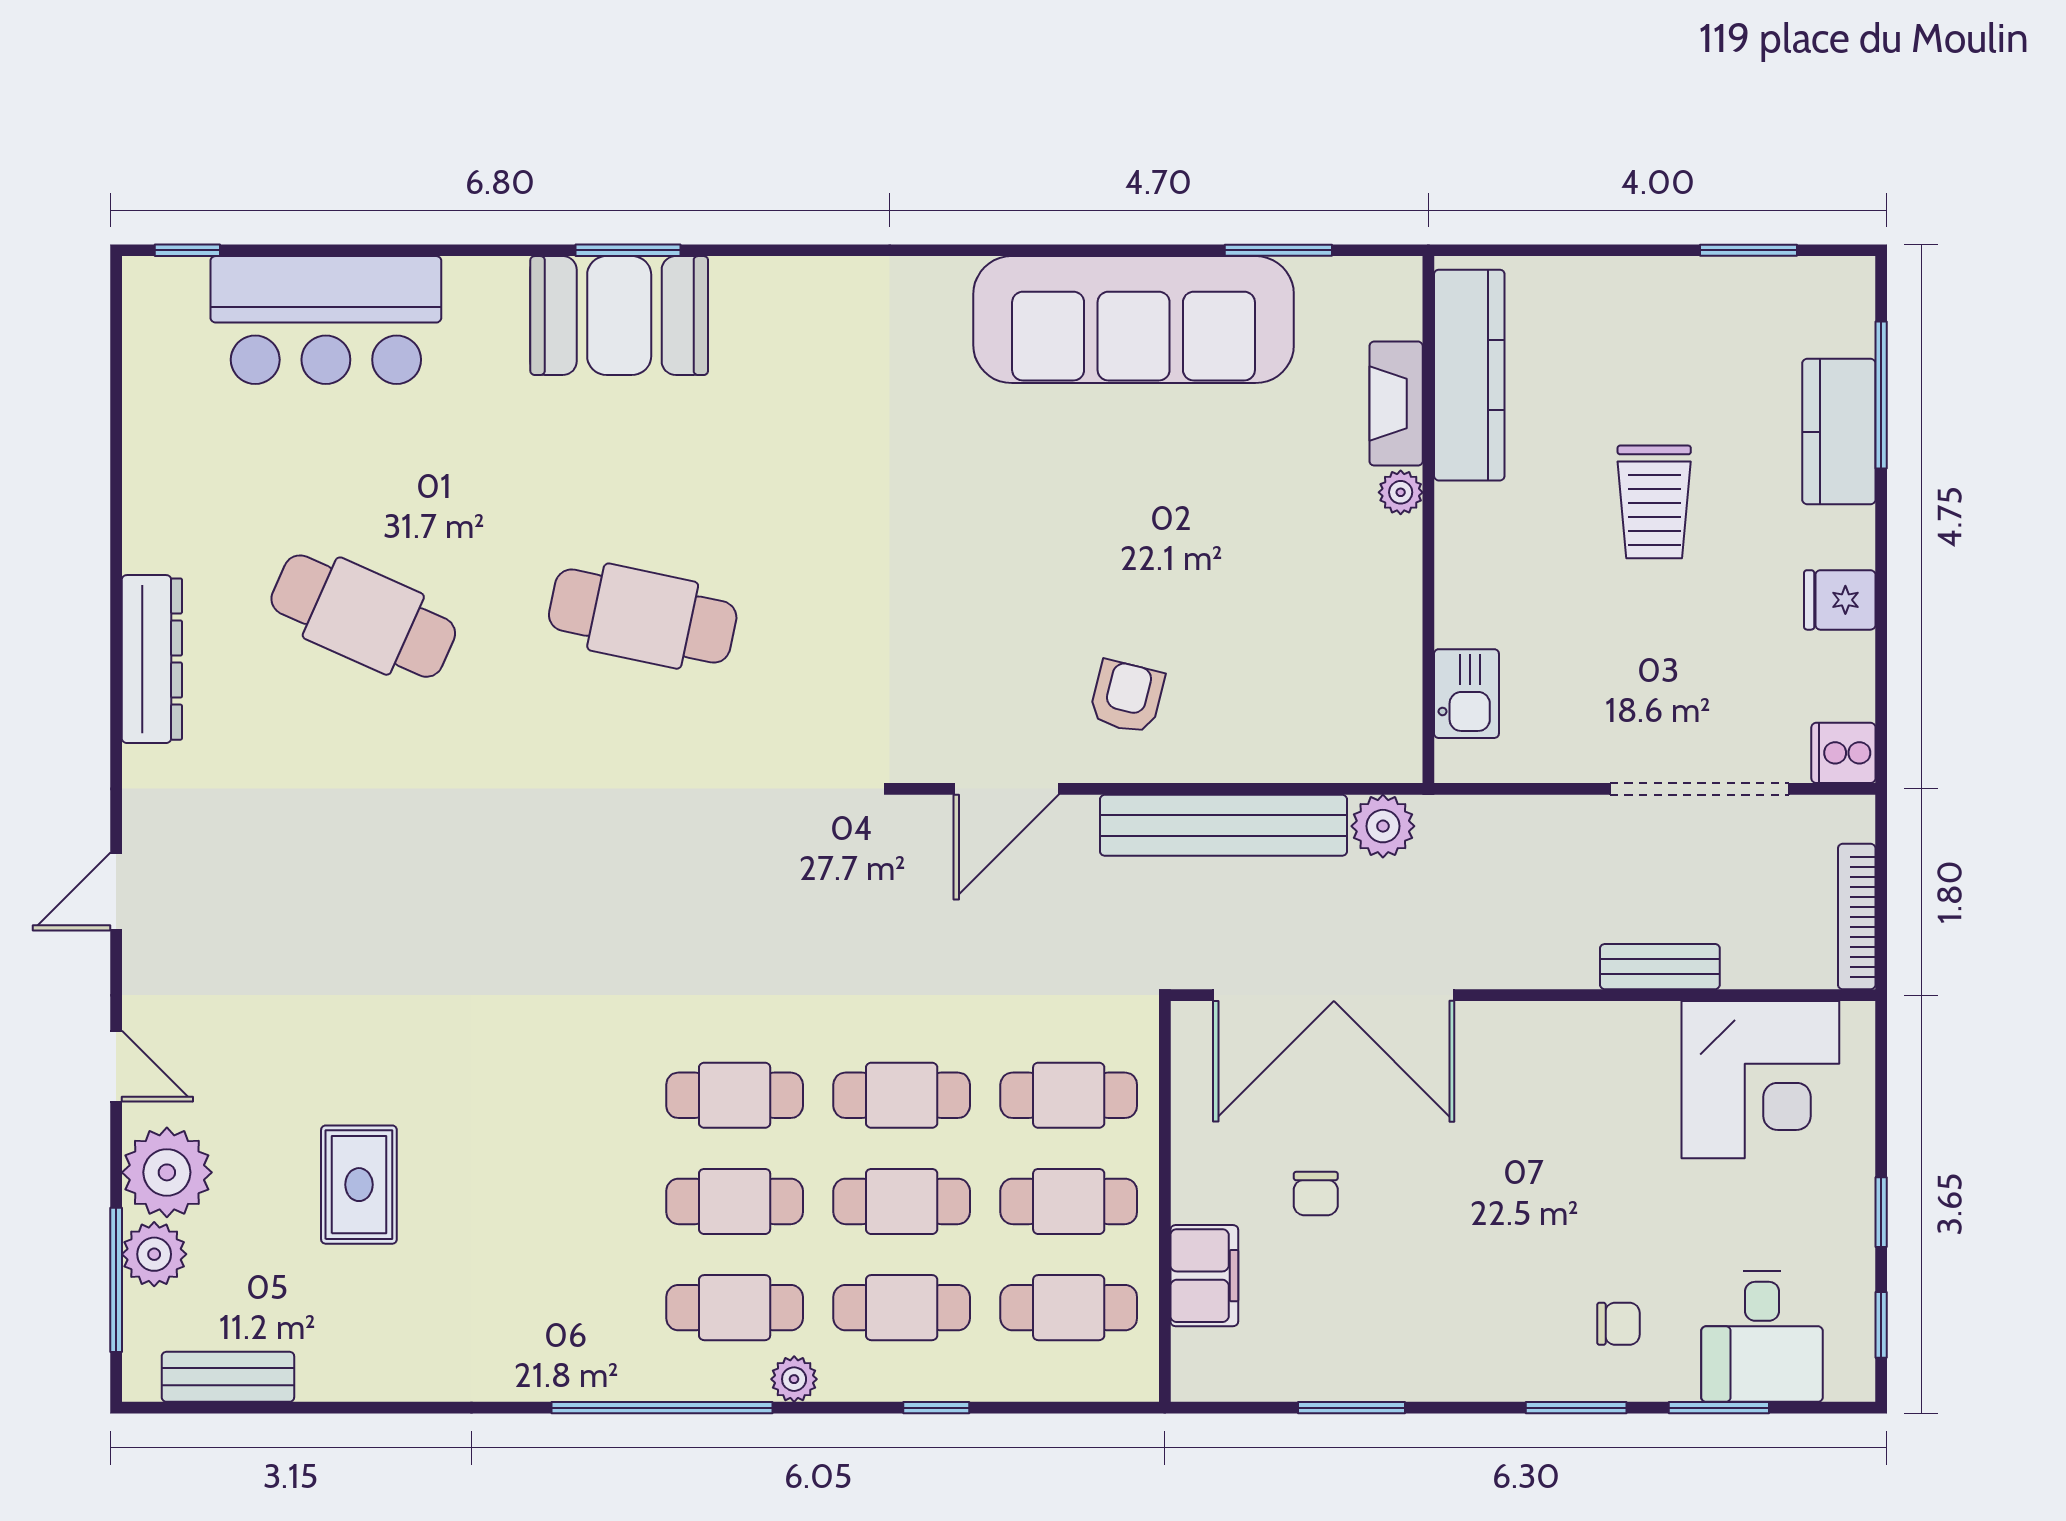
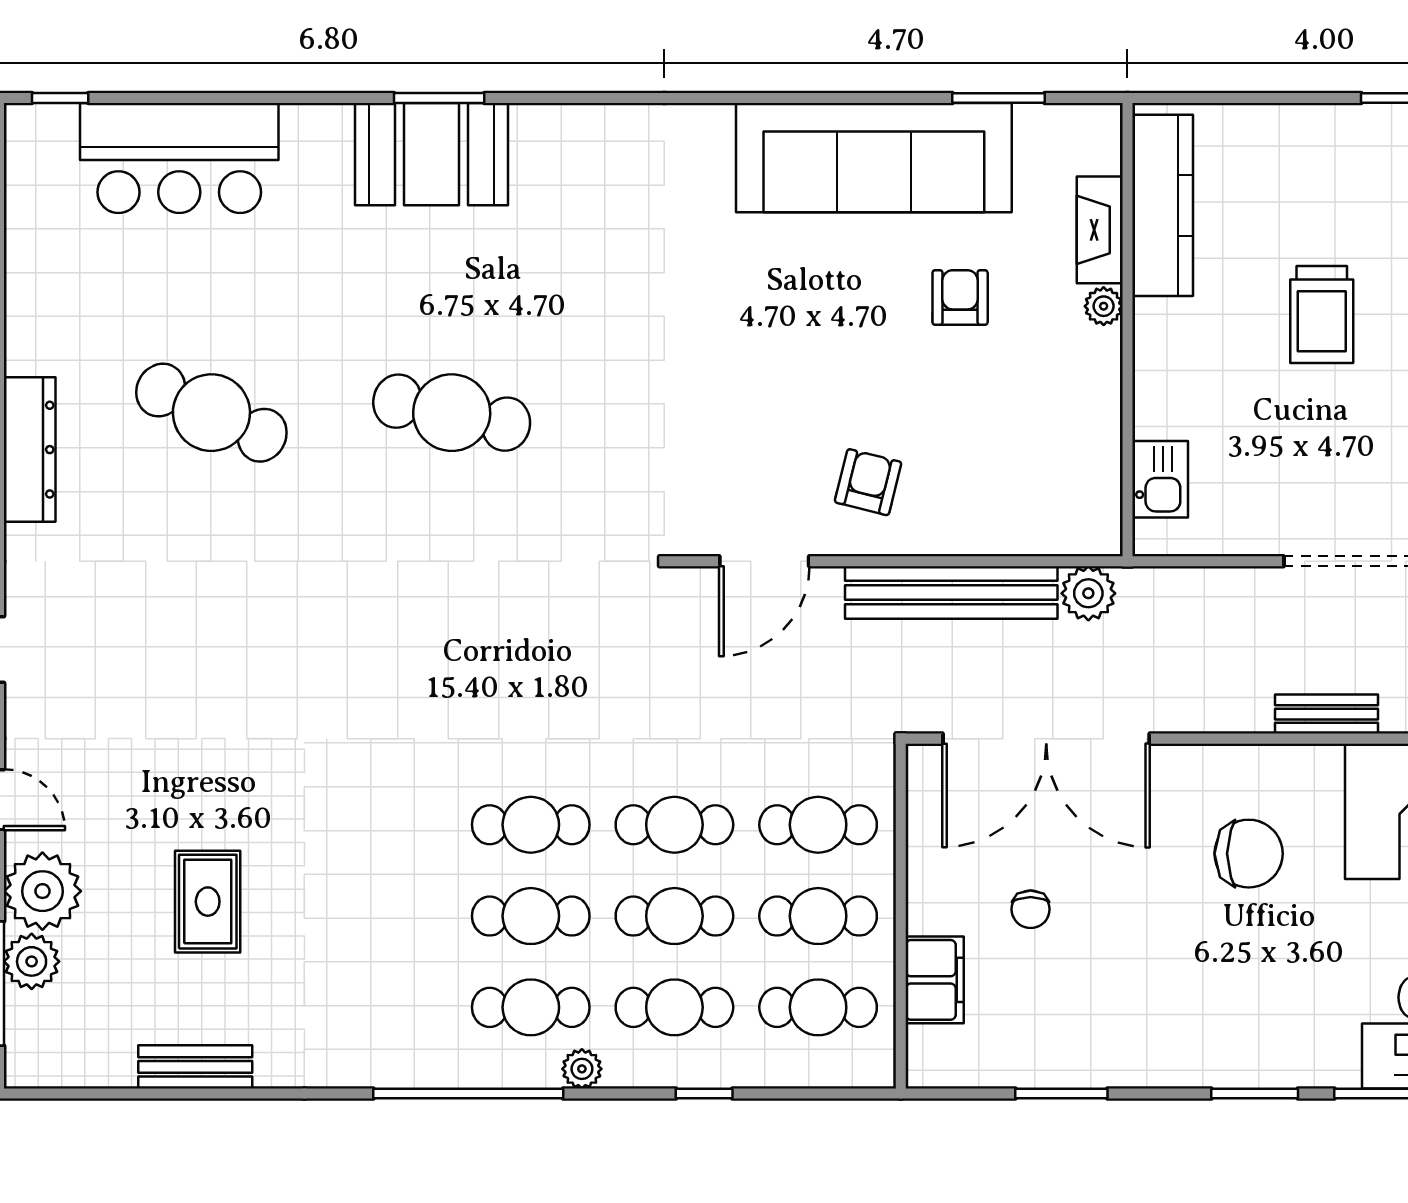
armchair: (1234, 482) -> (960, 297), added
chair: (1618, 1324) -> (1249, 854), moved, width x1.87, depth x1.87
bench: (228, 1377) -> (195, 1067), moved

